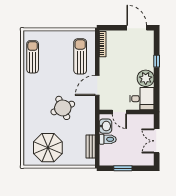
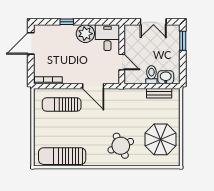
sun lounger: (33, 57) -> (62, 156), width x1.36, depth x1.34
round table: (63, 108) -> (121, 146), moved
door: (119, 112) -> (122, 62), hinge flipped
washbasin: (105, 126) -> (166, 77), moved
window: (123, 168) -> (183, 41), moved

